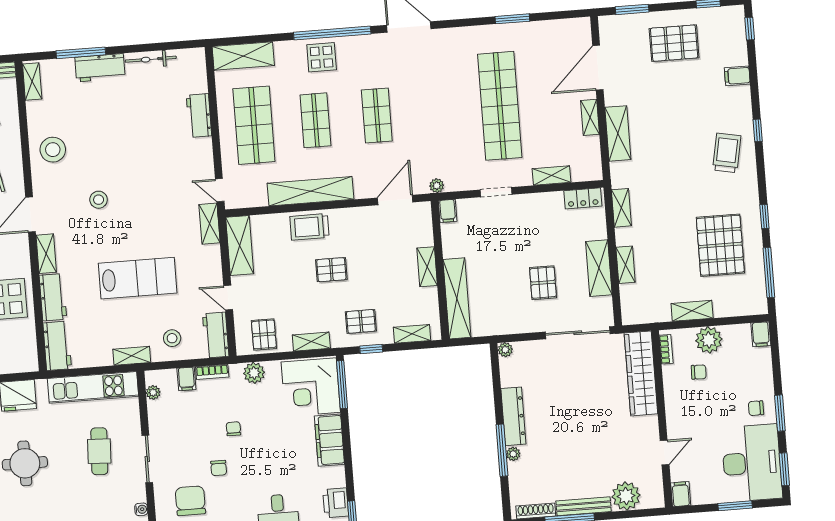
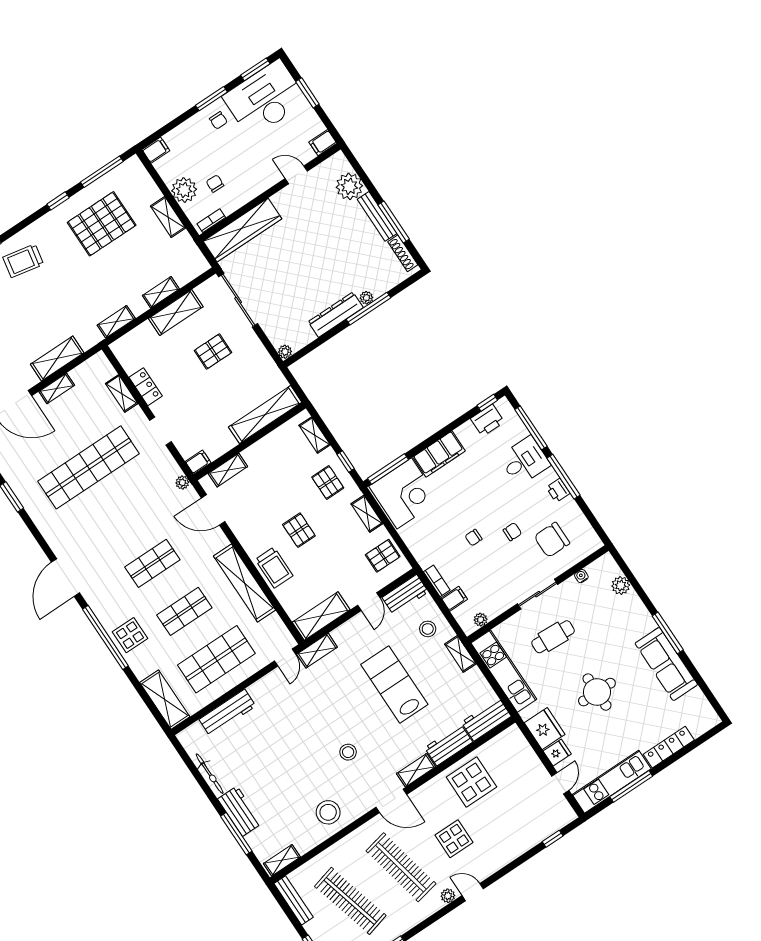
workbench: (199, 116) -> (227, 713), width x1.38
locker: (583, 198) -> (146, 387), moved
shelving: (427, 267) -> (228, 470), moved
plant: (254, 373) -> (419, 546), removed

